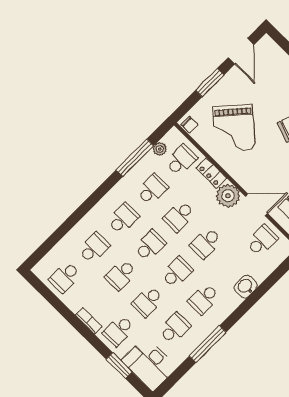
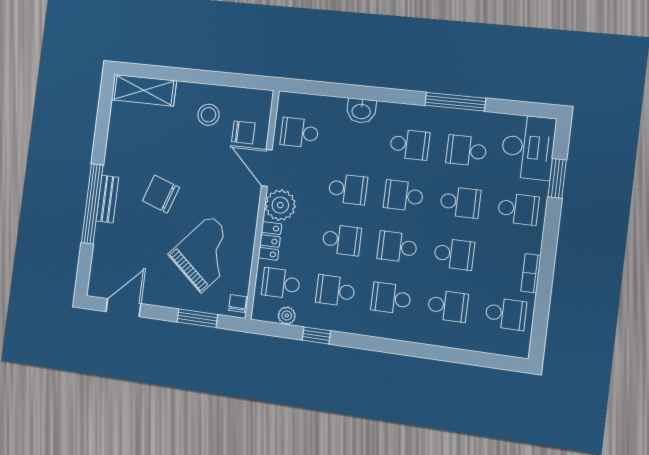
window: (210, 83) -> (197, 318), moved
window: (135, 158) -> (316, 335), width x0.46
school desk: (94, 248) -> (448, 306), turned 180
bookcase: (89, 321) -> (531, 273), moved

